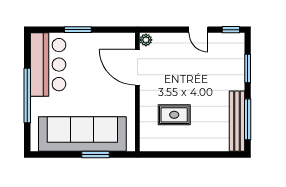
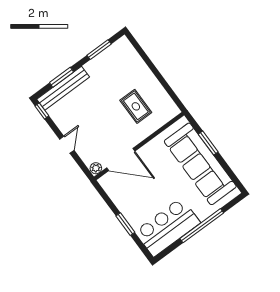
door: (198, 30) -> (67, 145), moved
door: (137, 67) -> (121, 160), hinge flipped
window: (248, 119) -> (99, 50), width x0.69
bench: (237, 121) -> (63, 88), moved

